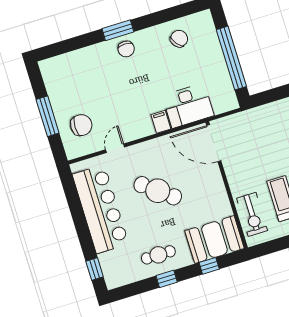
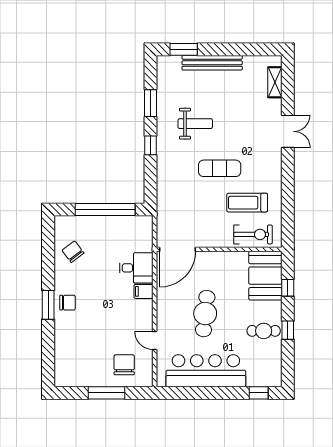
desk: (188, 106) -> (136, 268), width x0.73
cafe table: (158, 191) -> (205, 314), turned -32
cafe table: (158, 255) -> (264, 331), turned 90

